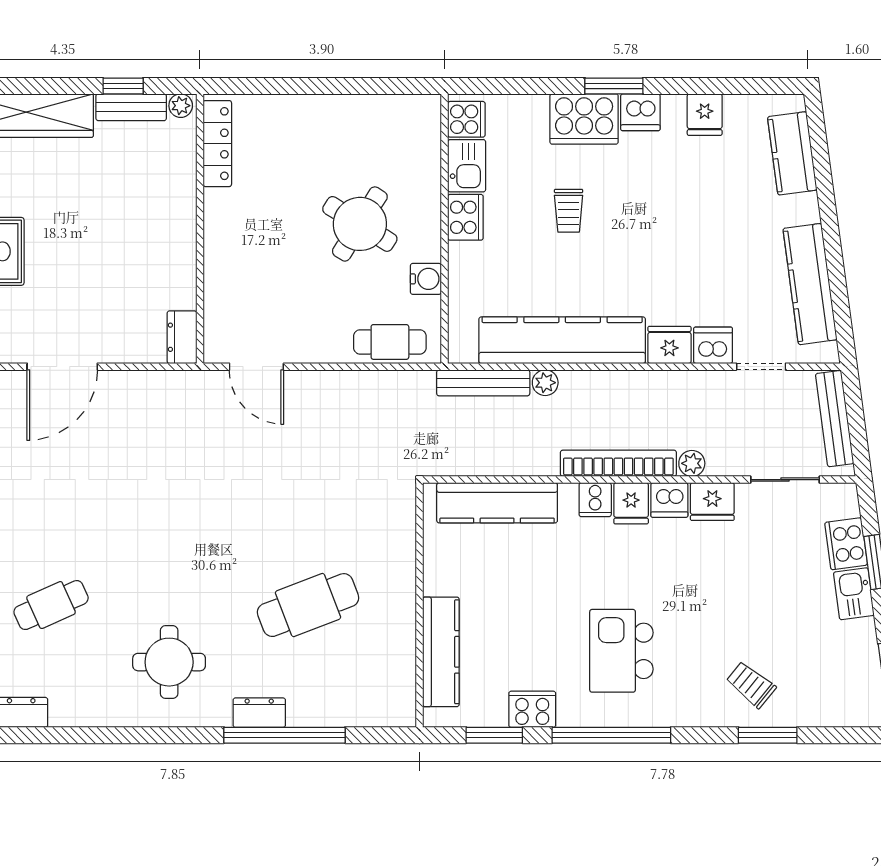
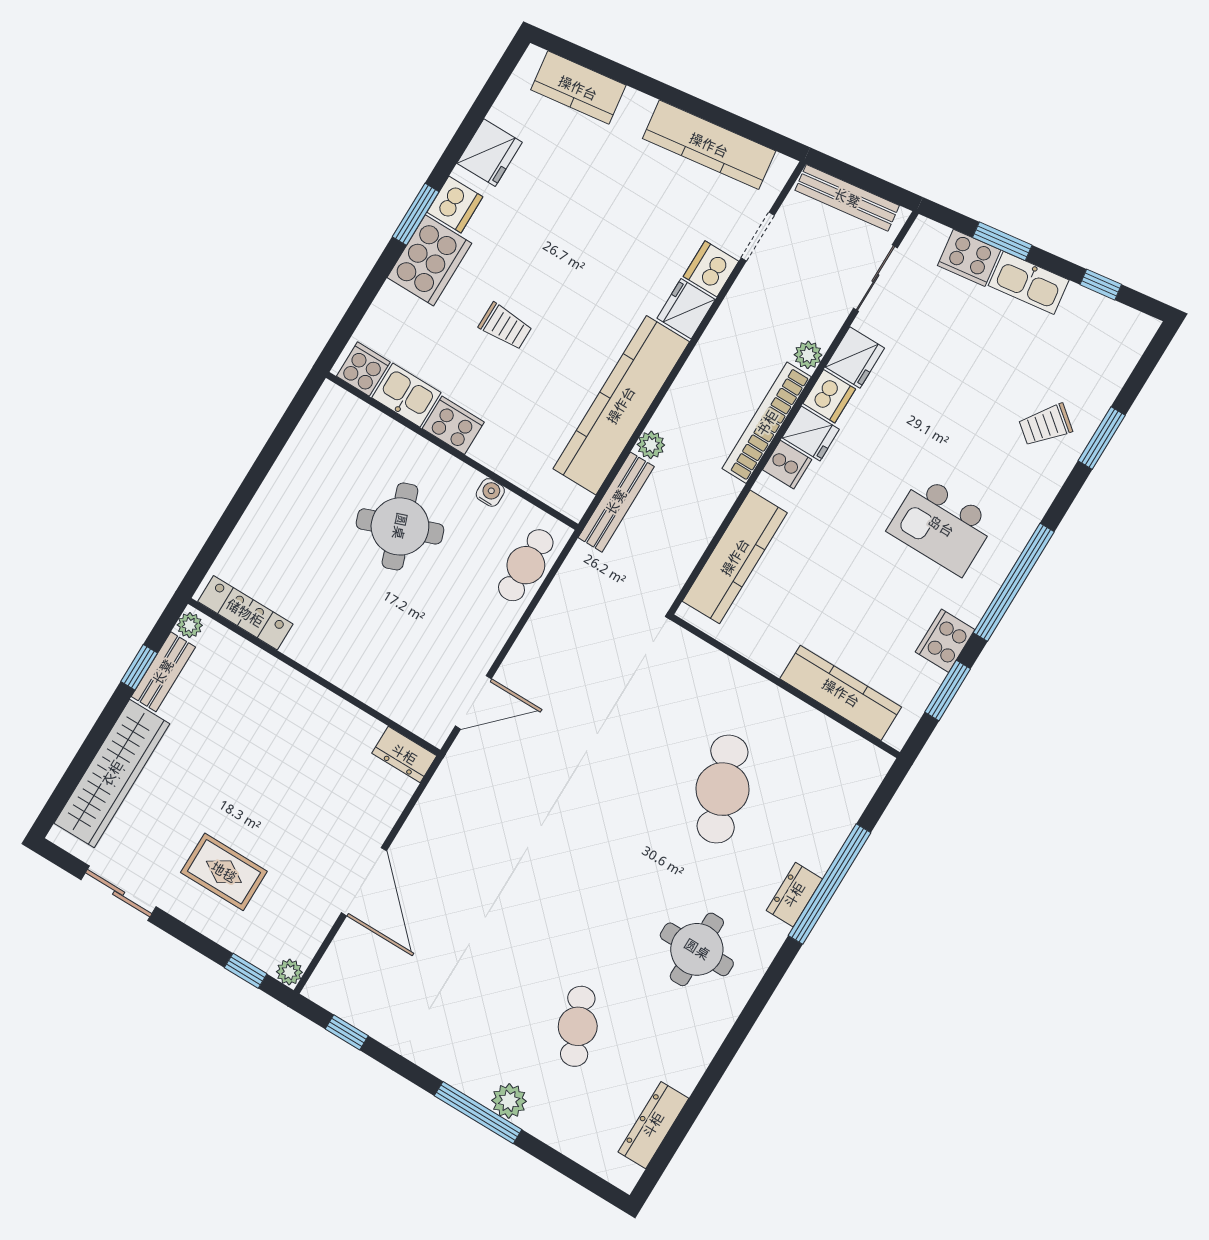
fridge: (705, 115) -> (489, 153), width x1.38
round table: (360, 224) -> (400, 526), turned 38
water cooler: (426, 279) -> (490, 492), width x0.72, depth x0.72
kitchen sink: (854, 594) -> (1029, 283), width x1.38

